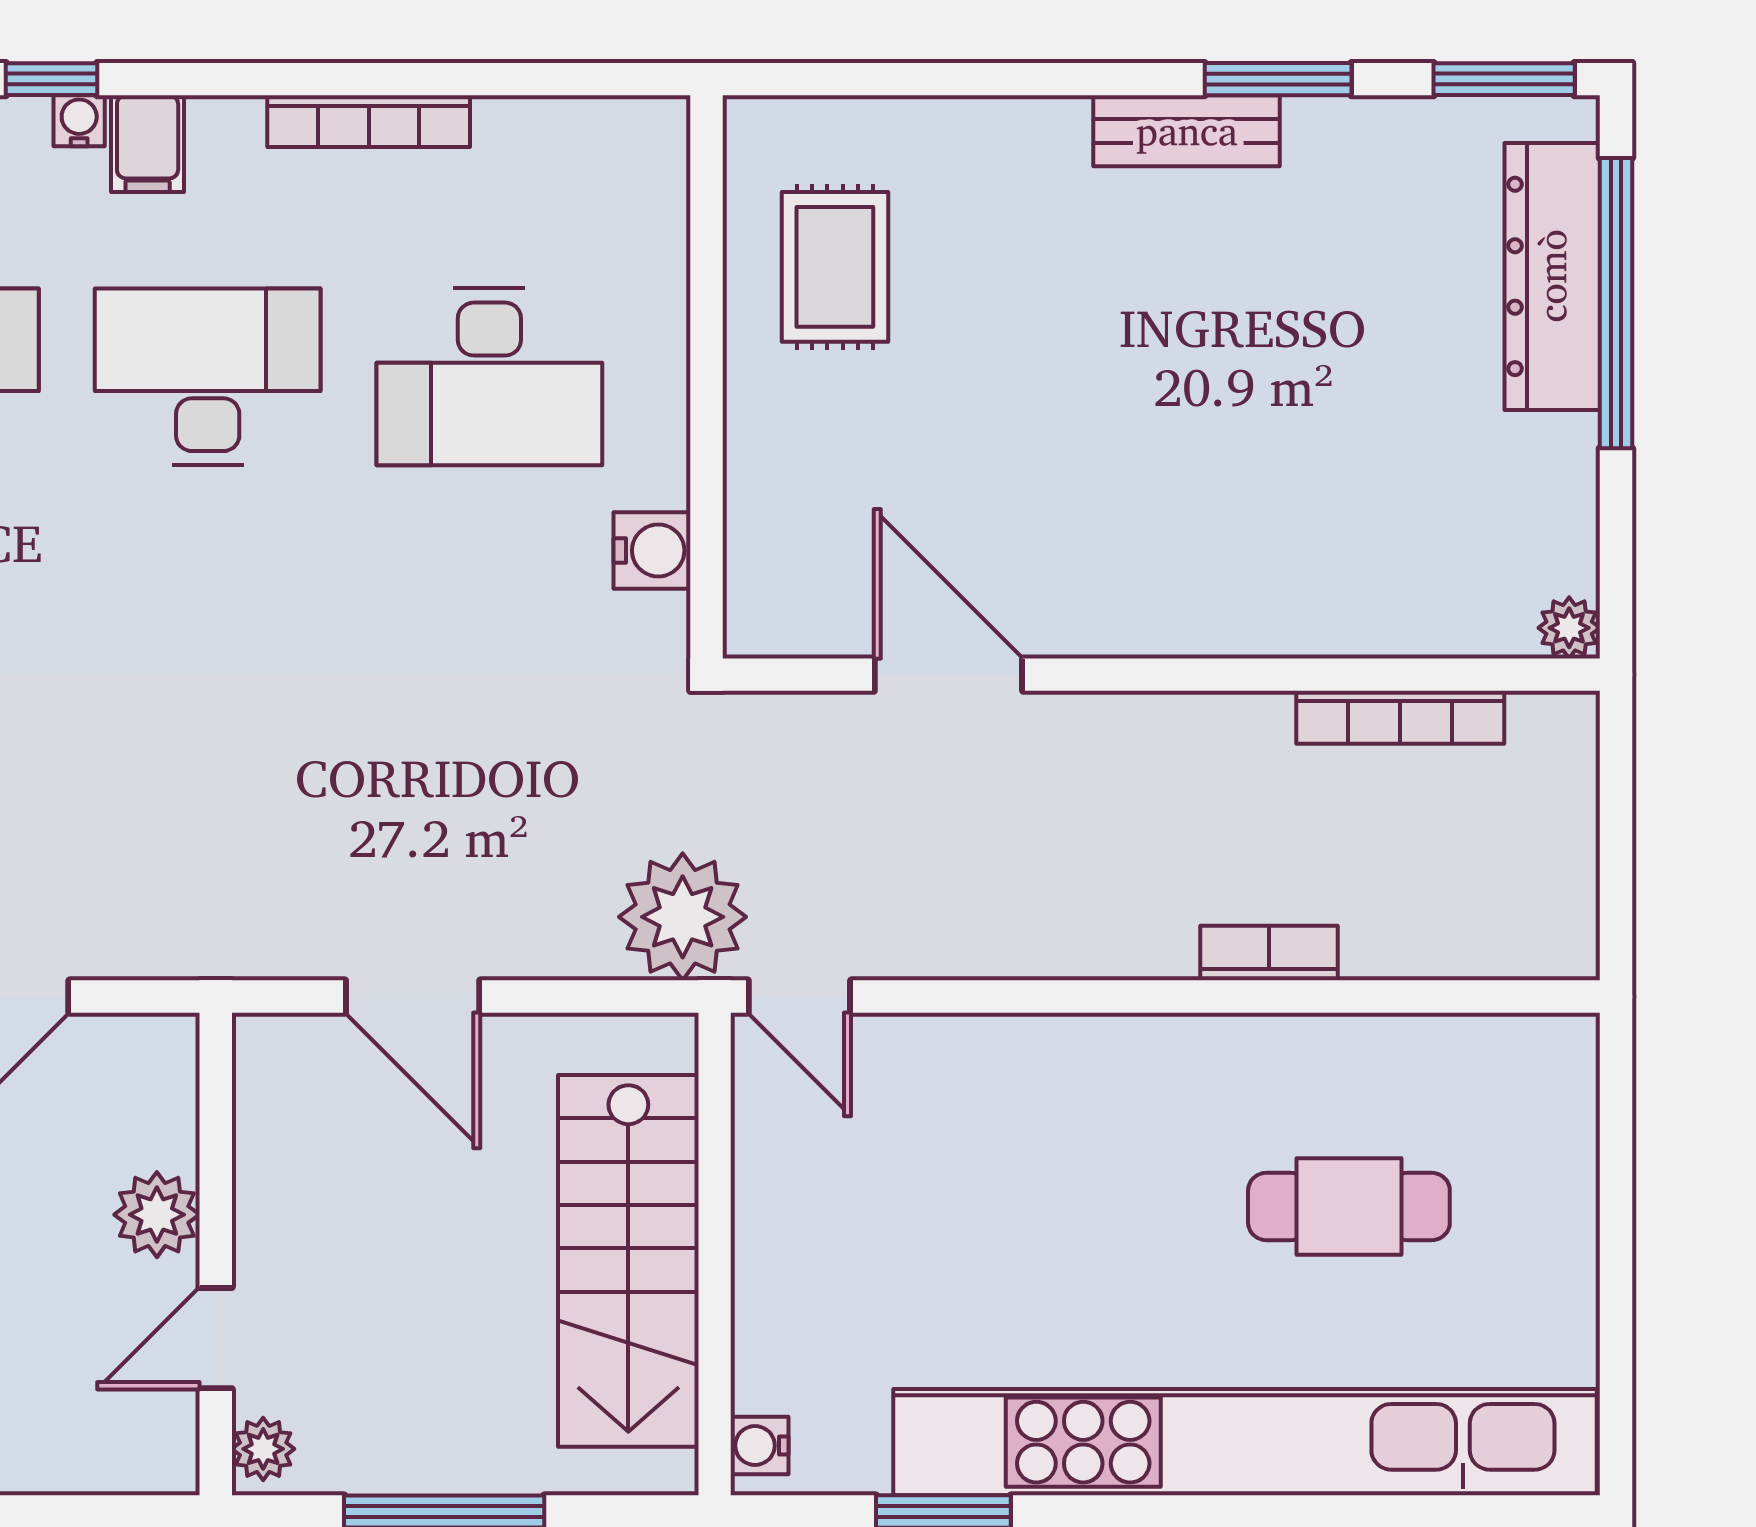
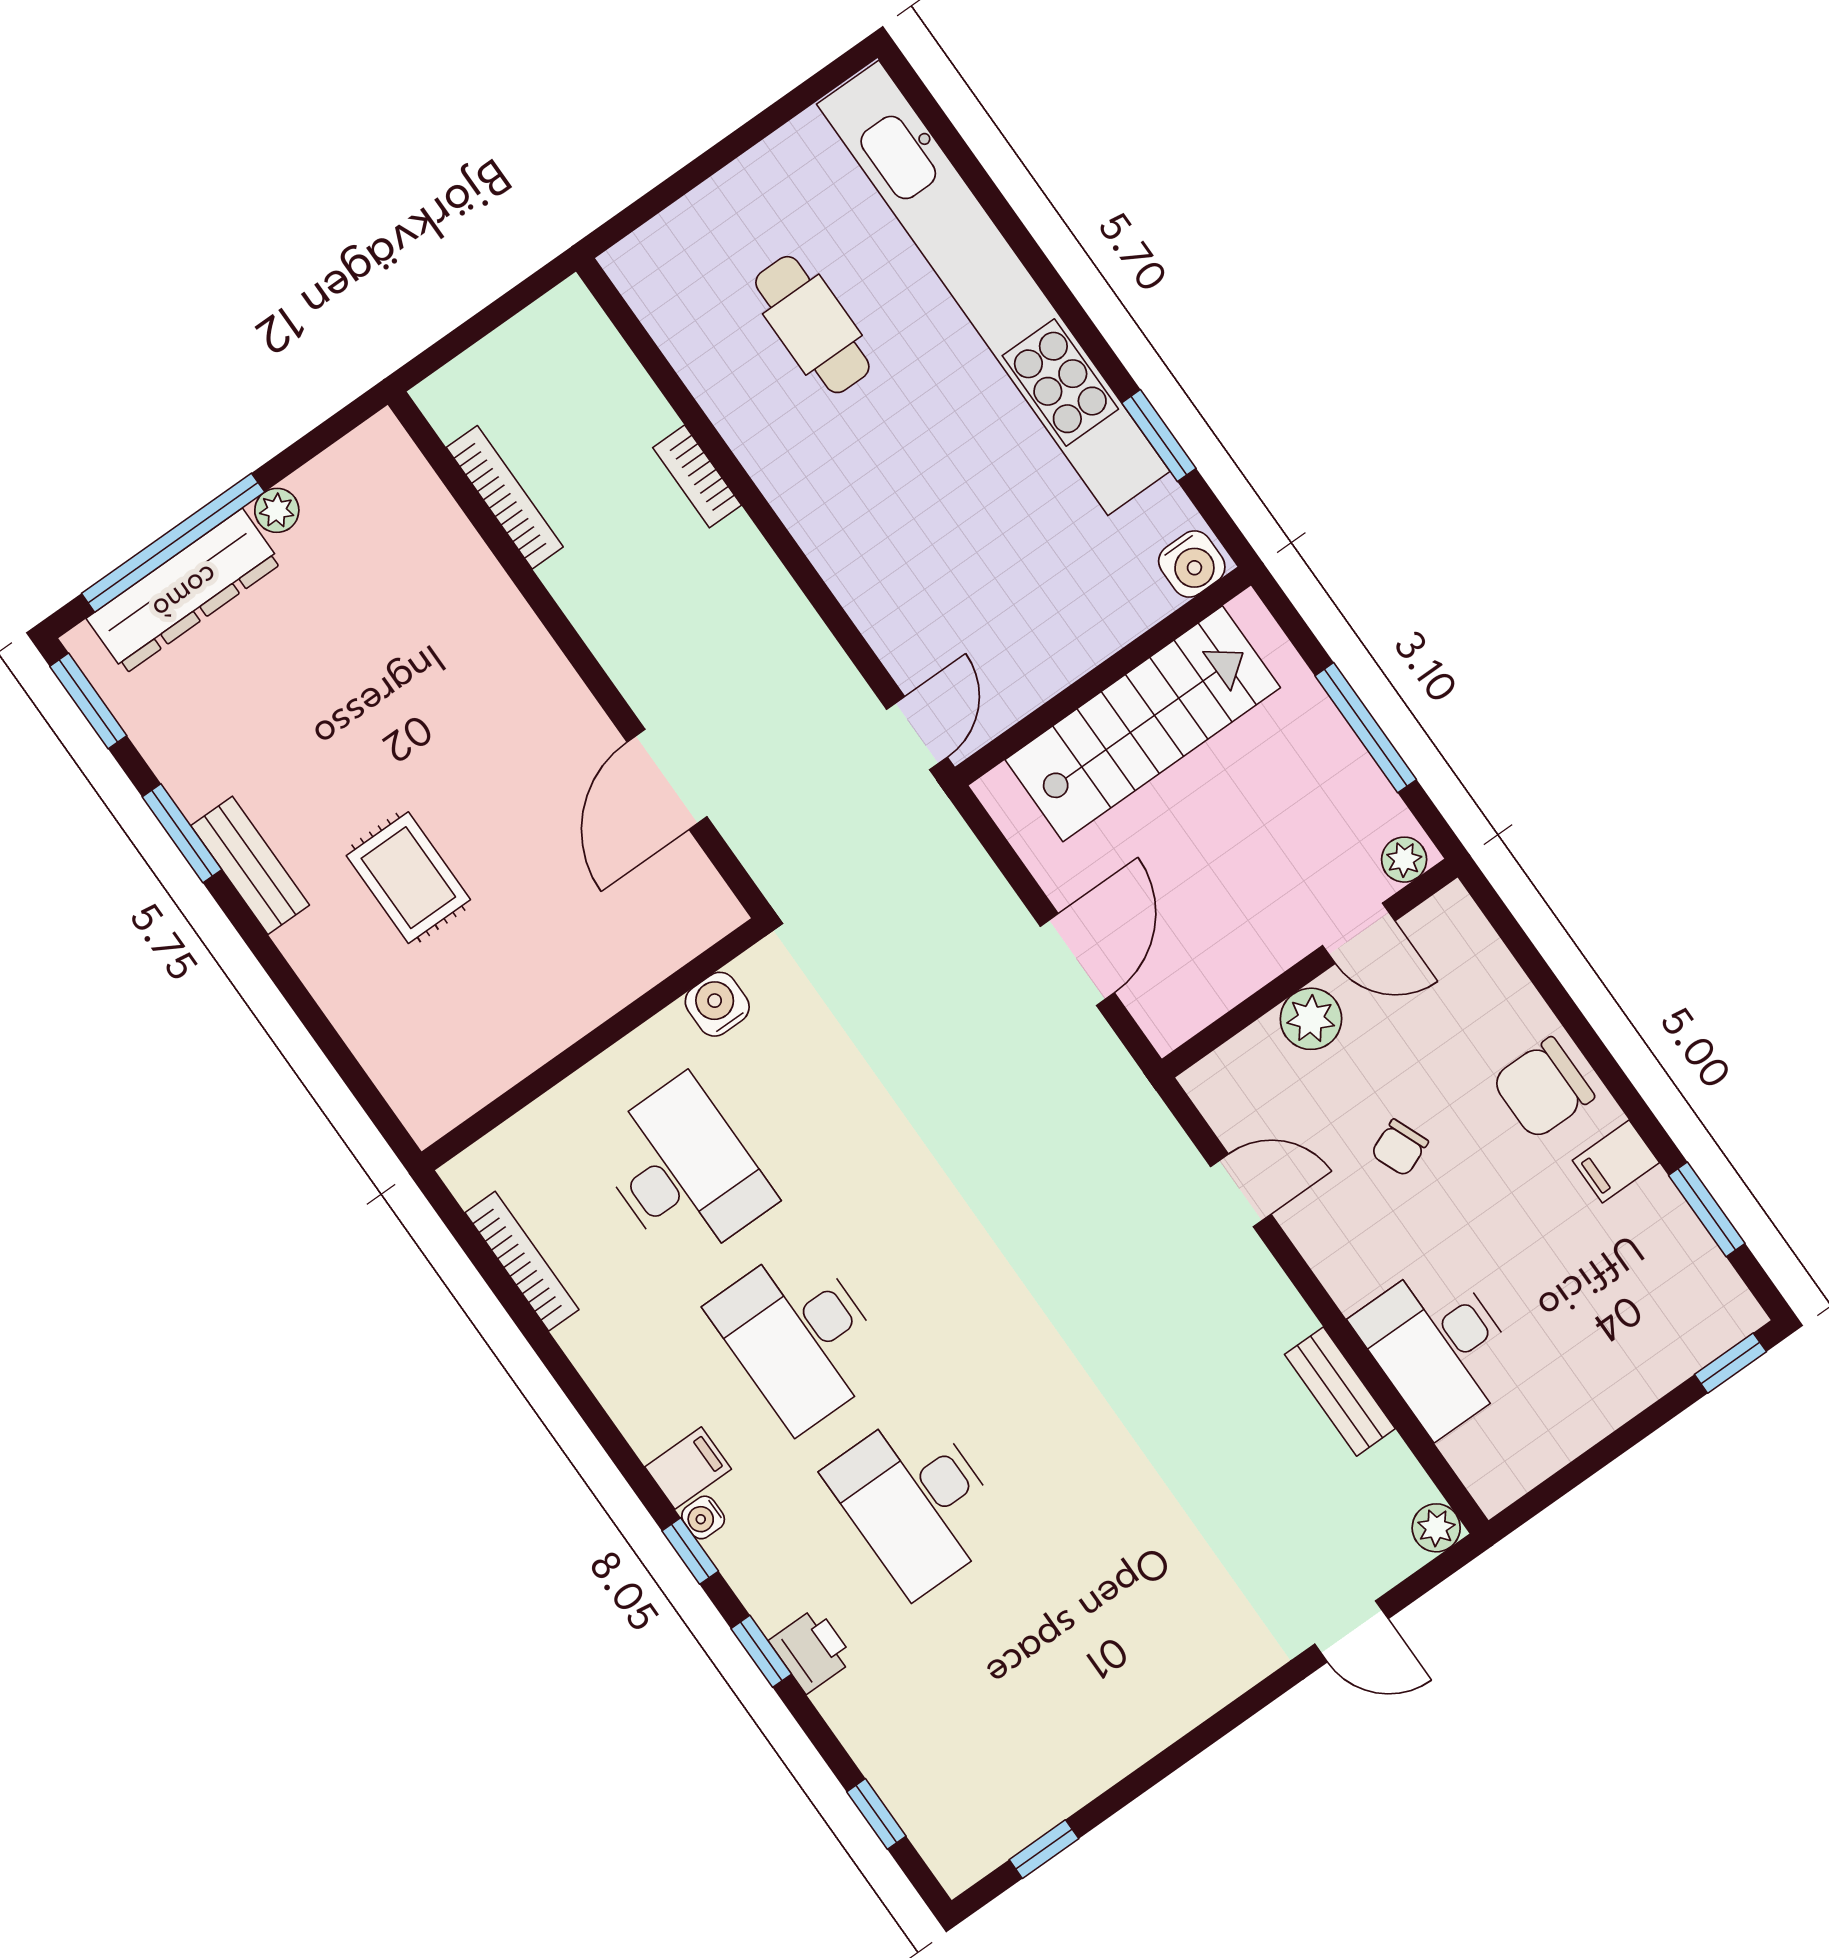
bookcase: (369, 121) -> (522, 1261), moved
rug: (835, 267) -> (408, 878), moved, turned 90
plant: (1569, 628) -> (277, 510), moved
plant: (683, 917) -> (919, 835), removed
water cooler: (760, 1446) -> (1192, 564), width x1.38, depth x1.38

